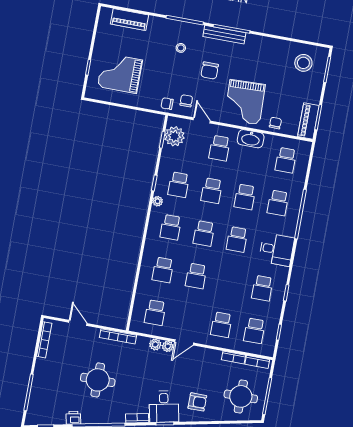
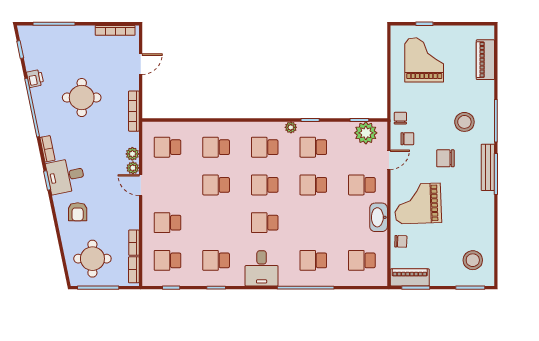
stool: (181, 48) -> (464, 122), width x1.89, depth x1.89
school desk: (245, 197) -> (313, 223), removed

